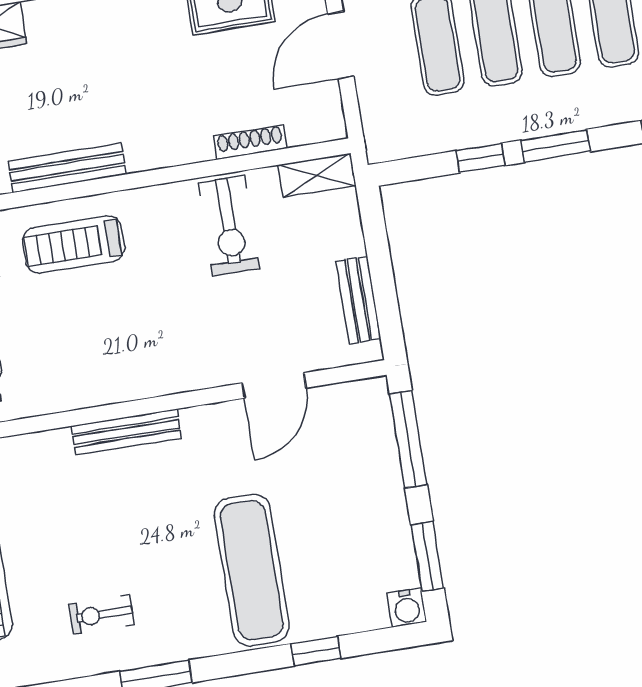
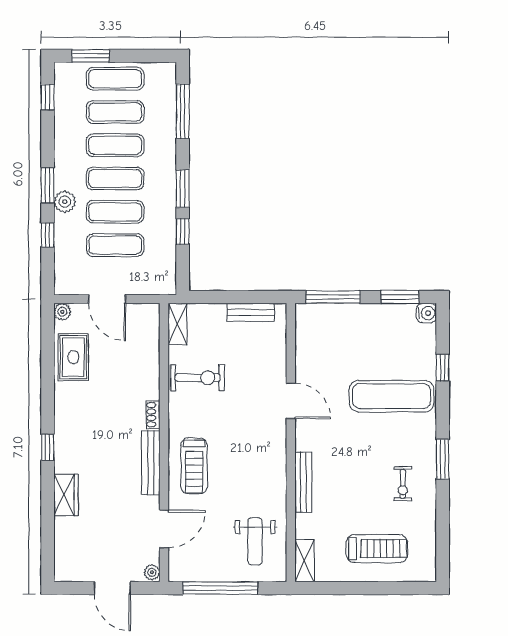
shoe rack: (250, 142) -> (153, 415), moved, width x0.70
door: (274, 386) -> (291, 401), moved
bench: (126, 432) -> (303, 482), moved

